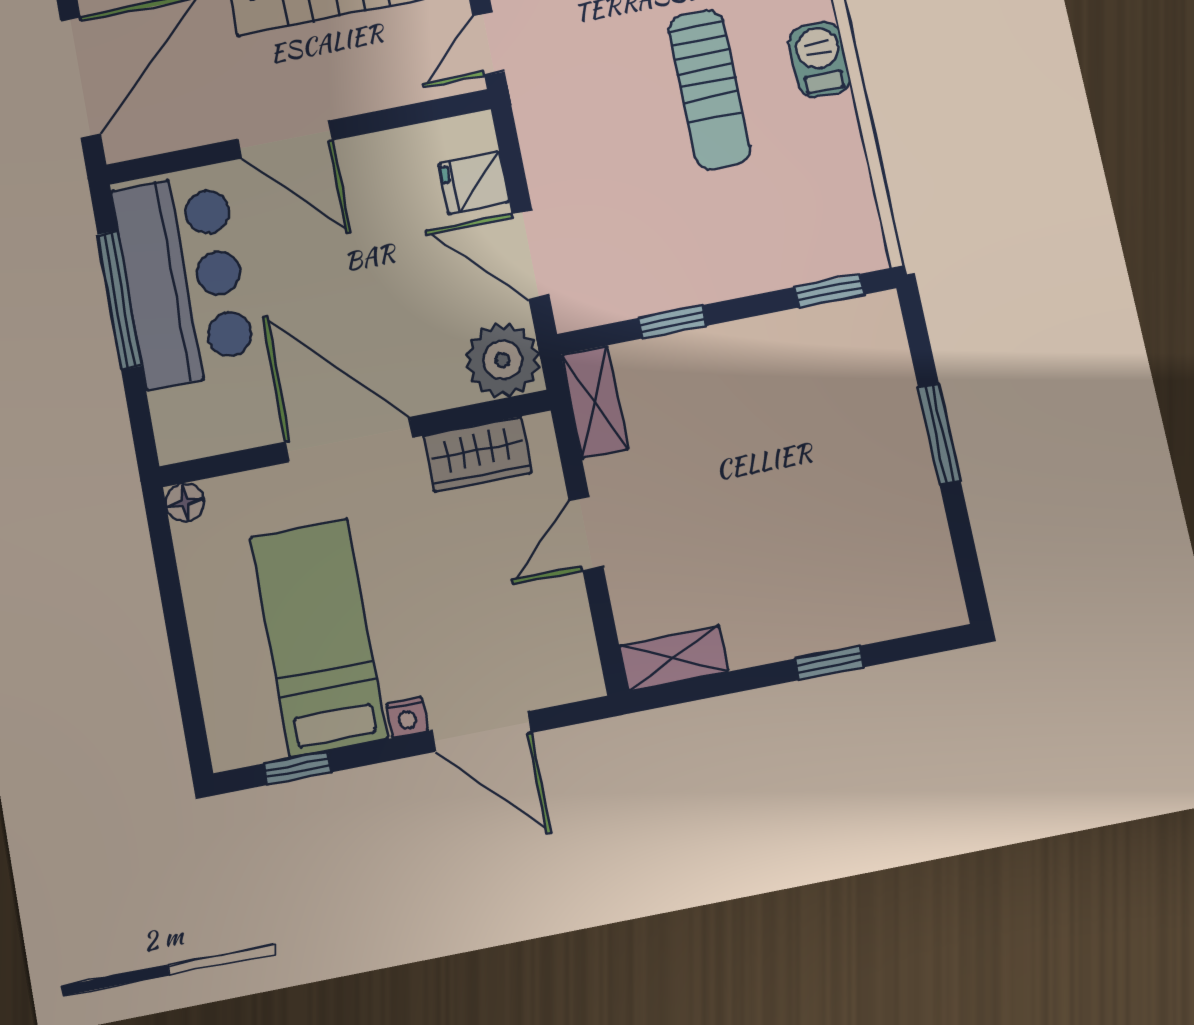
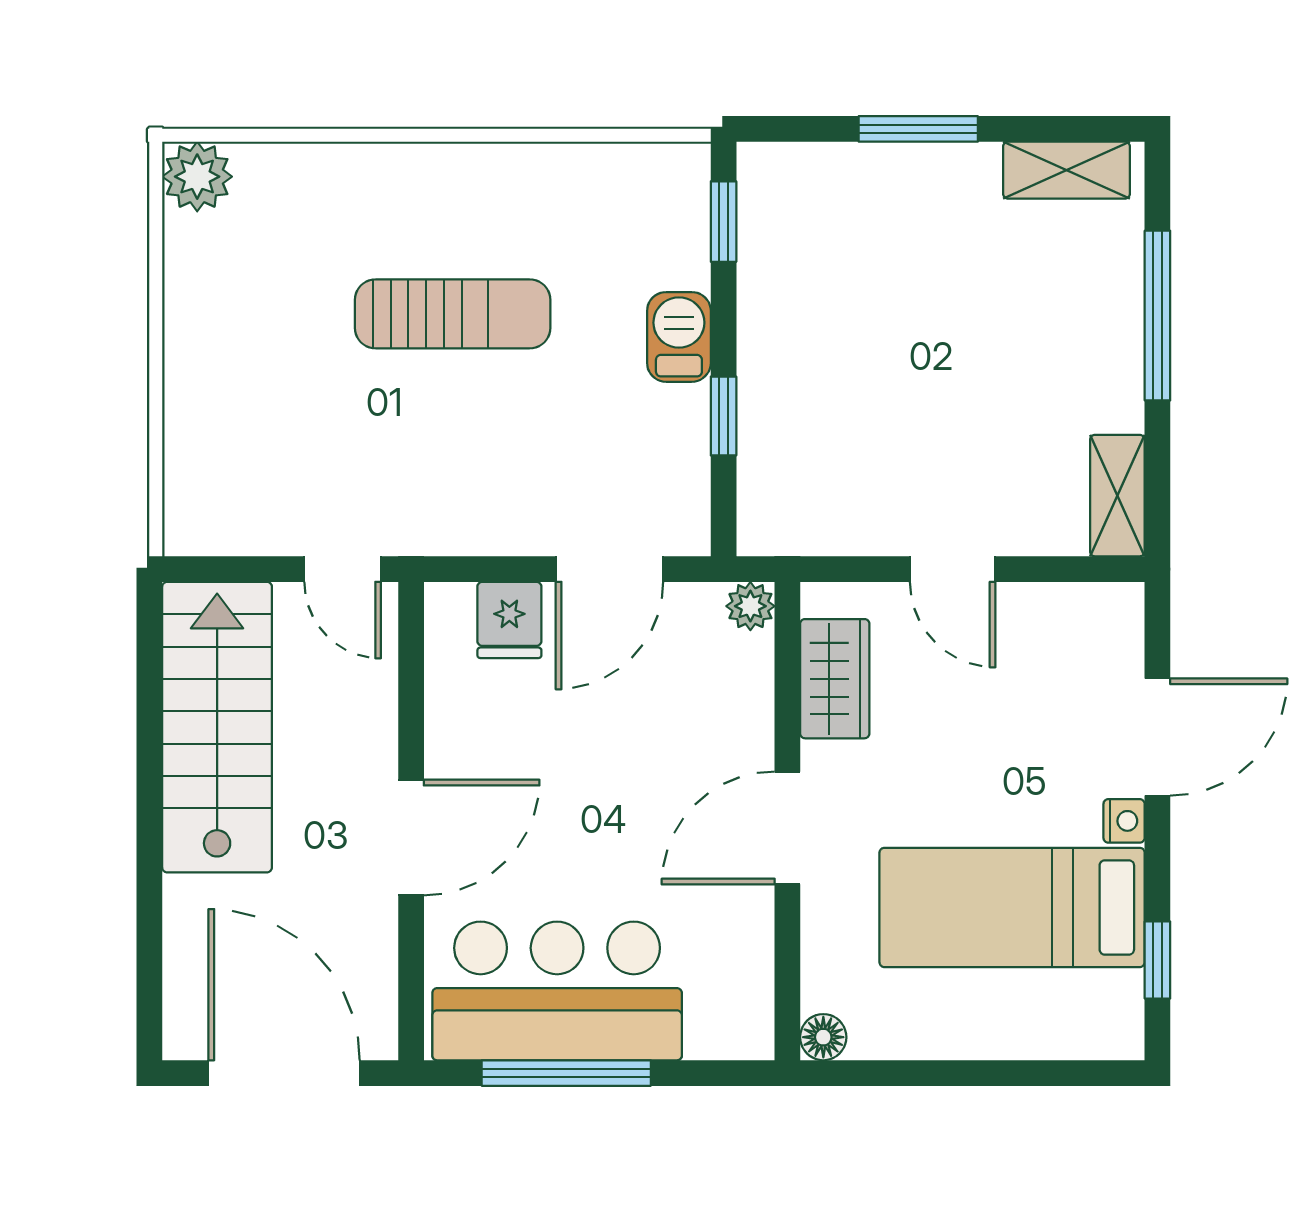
barbecue: (820, 60) -> (679, 337), moved, turned 90
plant: (503, 360) -> (750, 606), width x0.53, depth x0.53
shelving: (595, 402) -> (1067, 170), moved
door: (349, 440) -> (787, 828), width x0.73
window: (829, 663) -> (1157, 316), width x2.17

